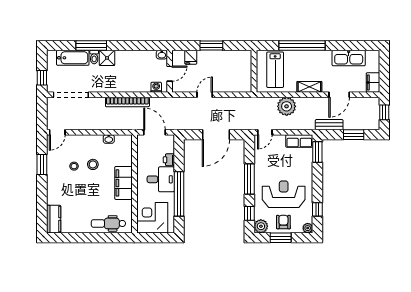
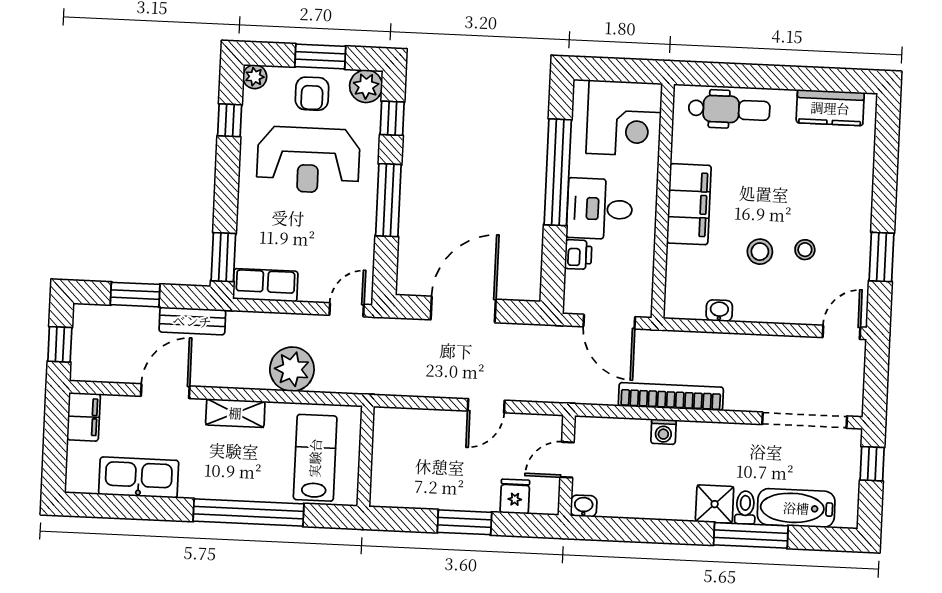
washing machine: (156, 87) -> (663, 432), moved
kitchen counter: (54, 219) -> (830, 108), moved, turned -90

